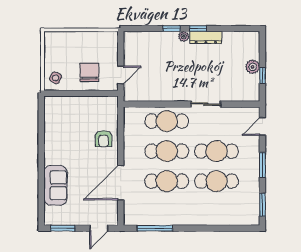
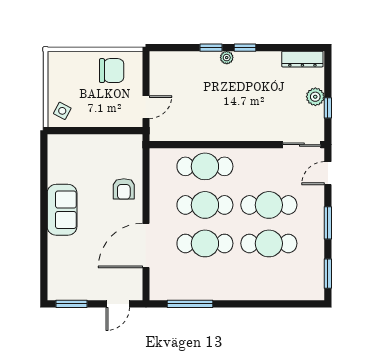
dresser: (206, 37) -> (302, 59), moved
chair: (89, 72) -> (112, 71), moved, turned 90
sliding door: (206, 104) -> (302, 145), moved
sofa: (55, 185) -> (62, 210), moved

